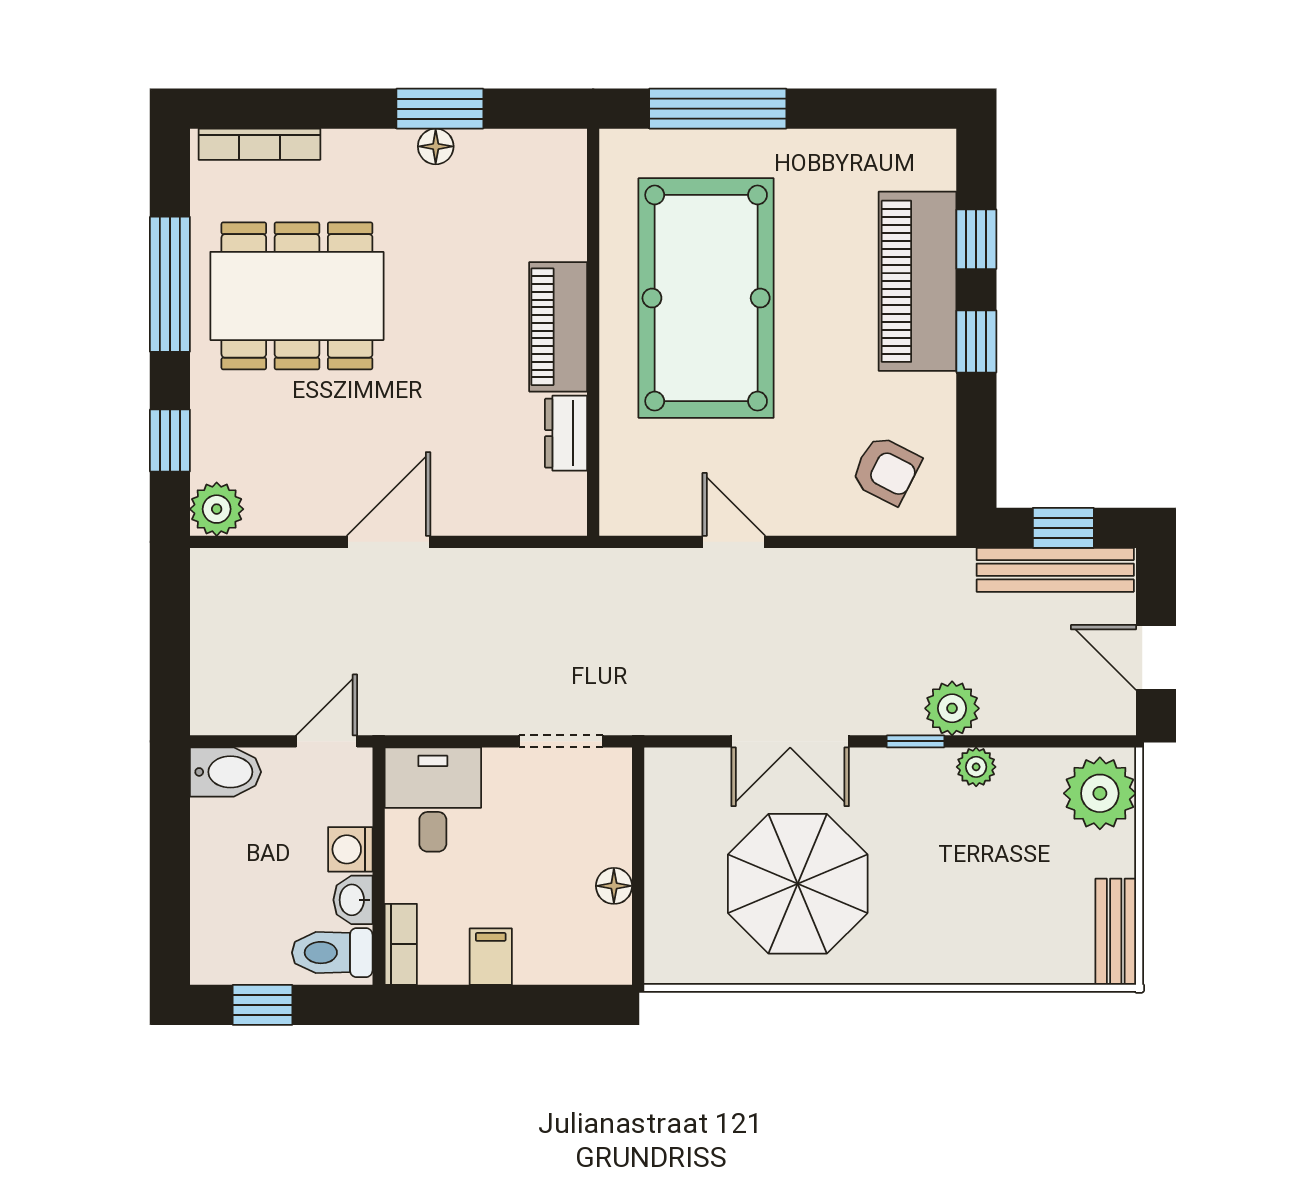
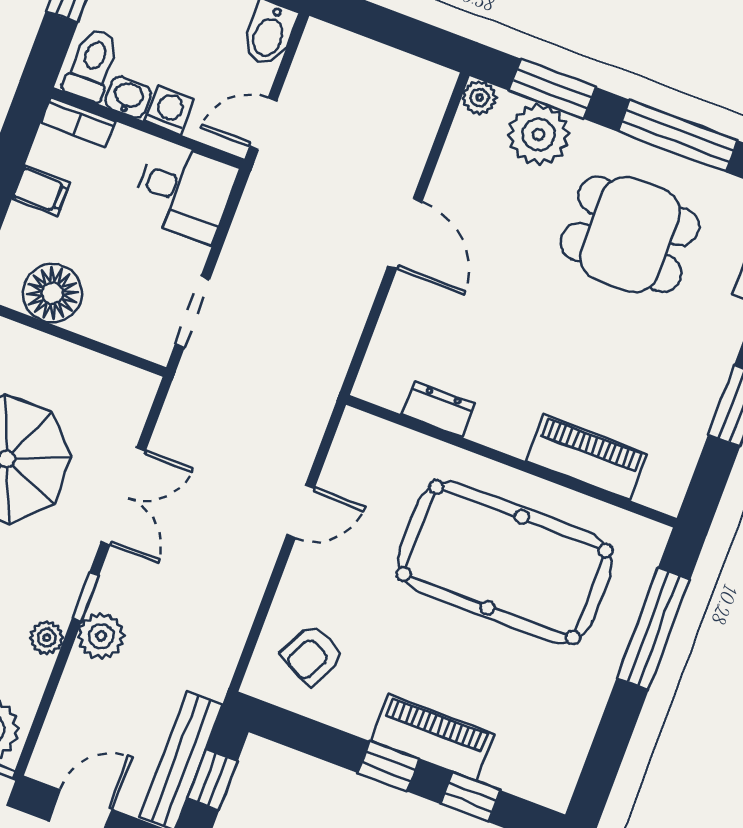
floor lamp: (436, 146) -> (708, 391), removed
piano: (917, 281) -> (432, 738), width x0.73, depth x0.75
dining table: (297, 296) -> (630, 234), width x0.73
piano: (558, 327) -> (587, 457), moved
plant: (225, 437) -> (539, 135), added
window: (170, 441) -> (552, 89), width x1.50
plant: (217, 509) -> (479, 98), width x0.73, depth x0.73
door: (327, 741) -> (263, 124), swing flipped
double door: (790, 741) -> (123, 496), swing flipped
floor lamp: (614, 886) -> (52, 293), width x1.89, depth x1.89

